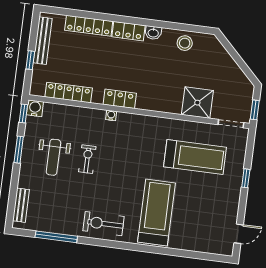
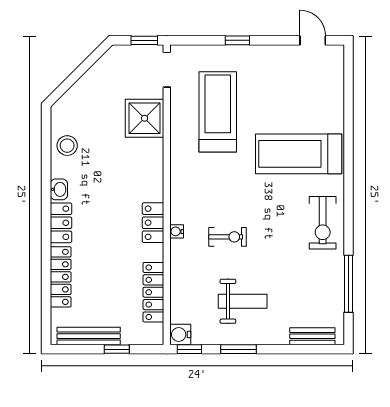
exercise bike: (87, 159) -> (228, 237), moved, turned 180

